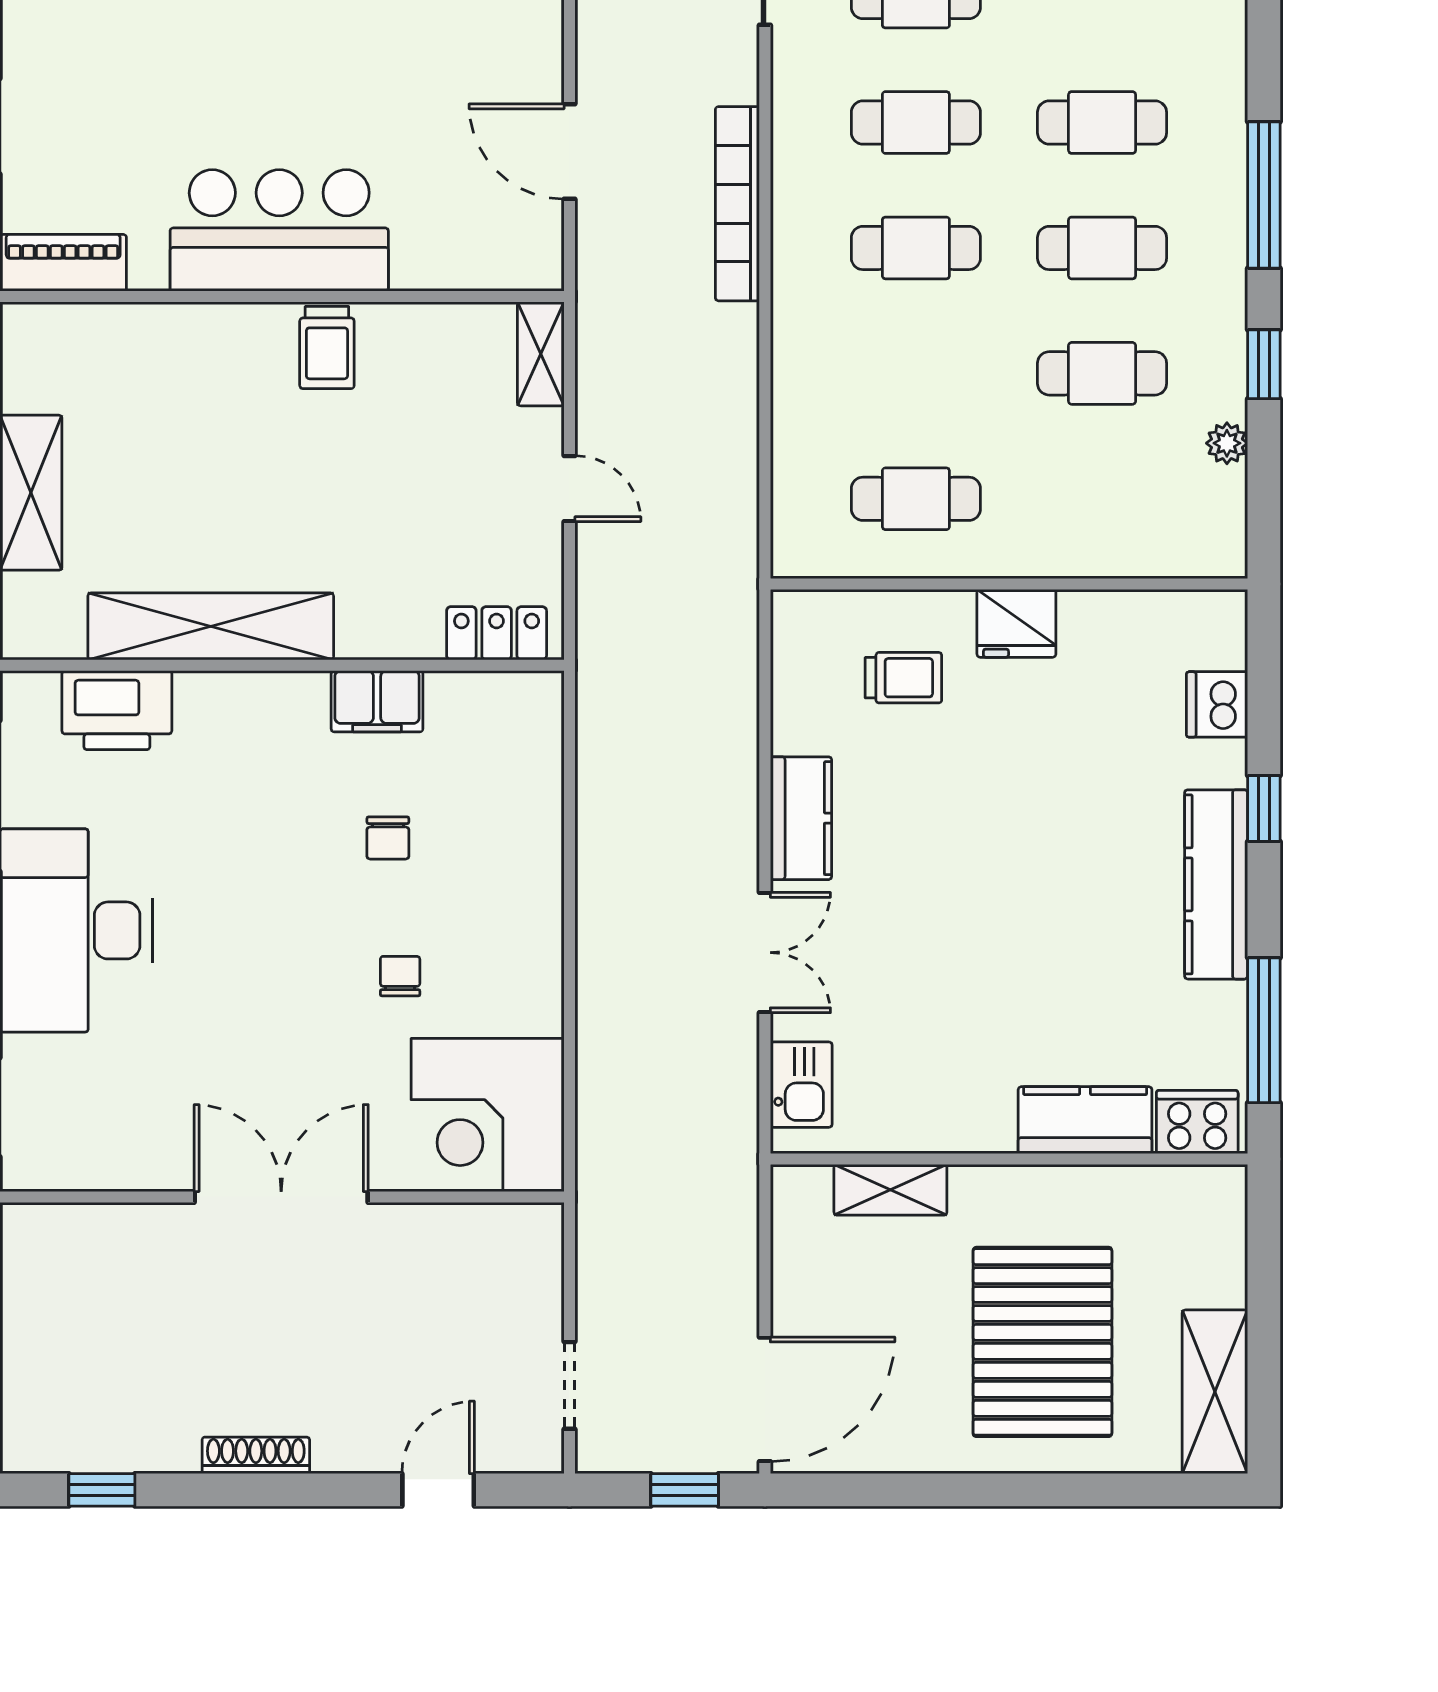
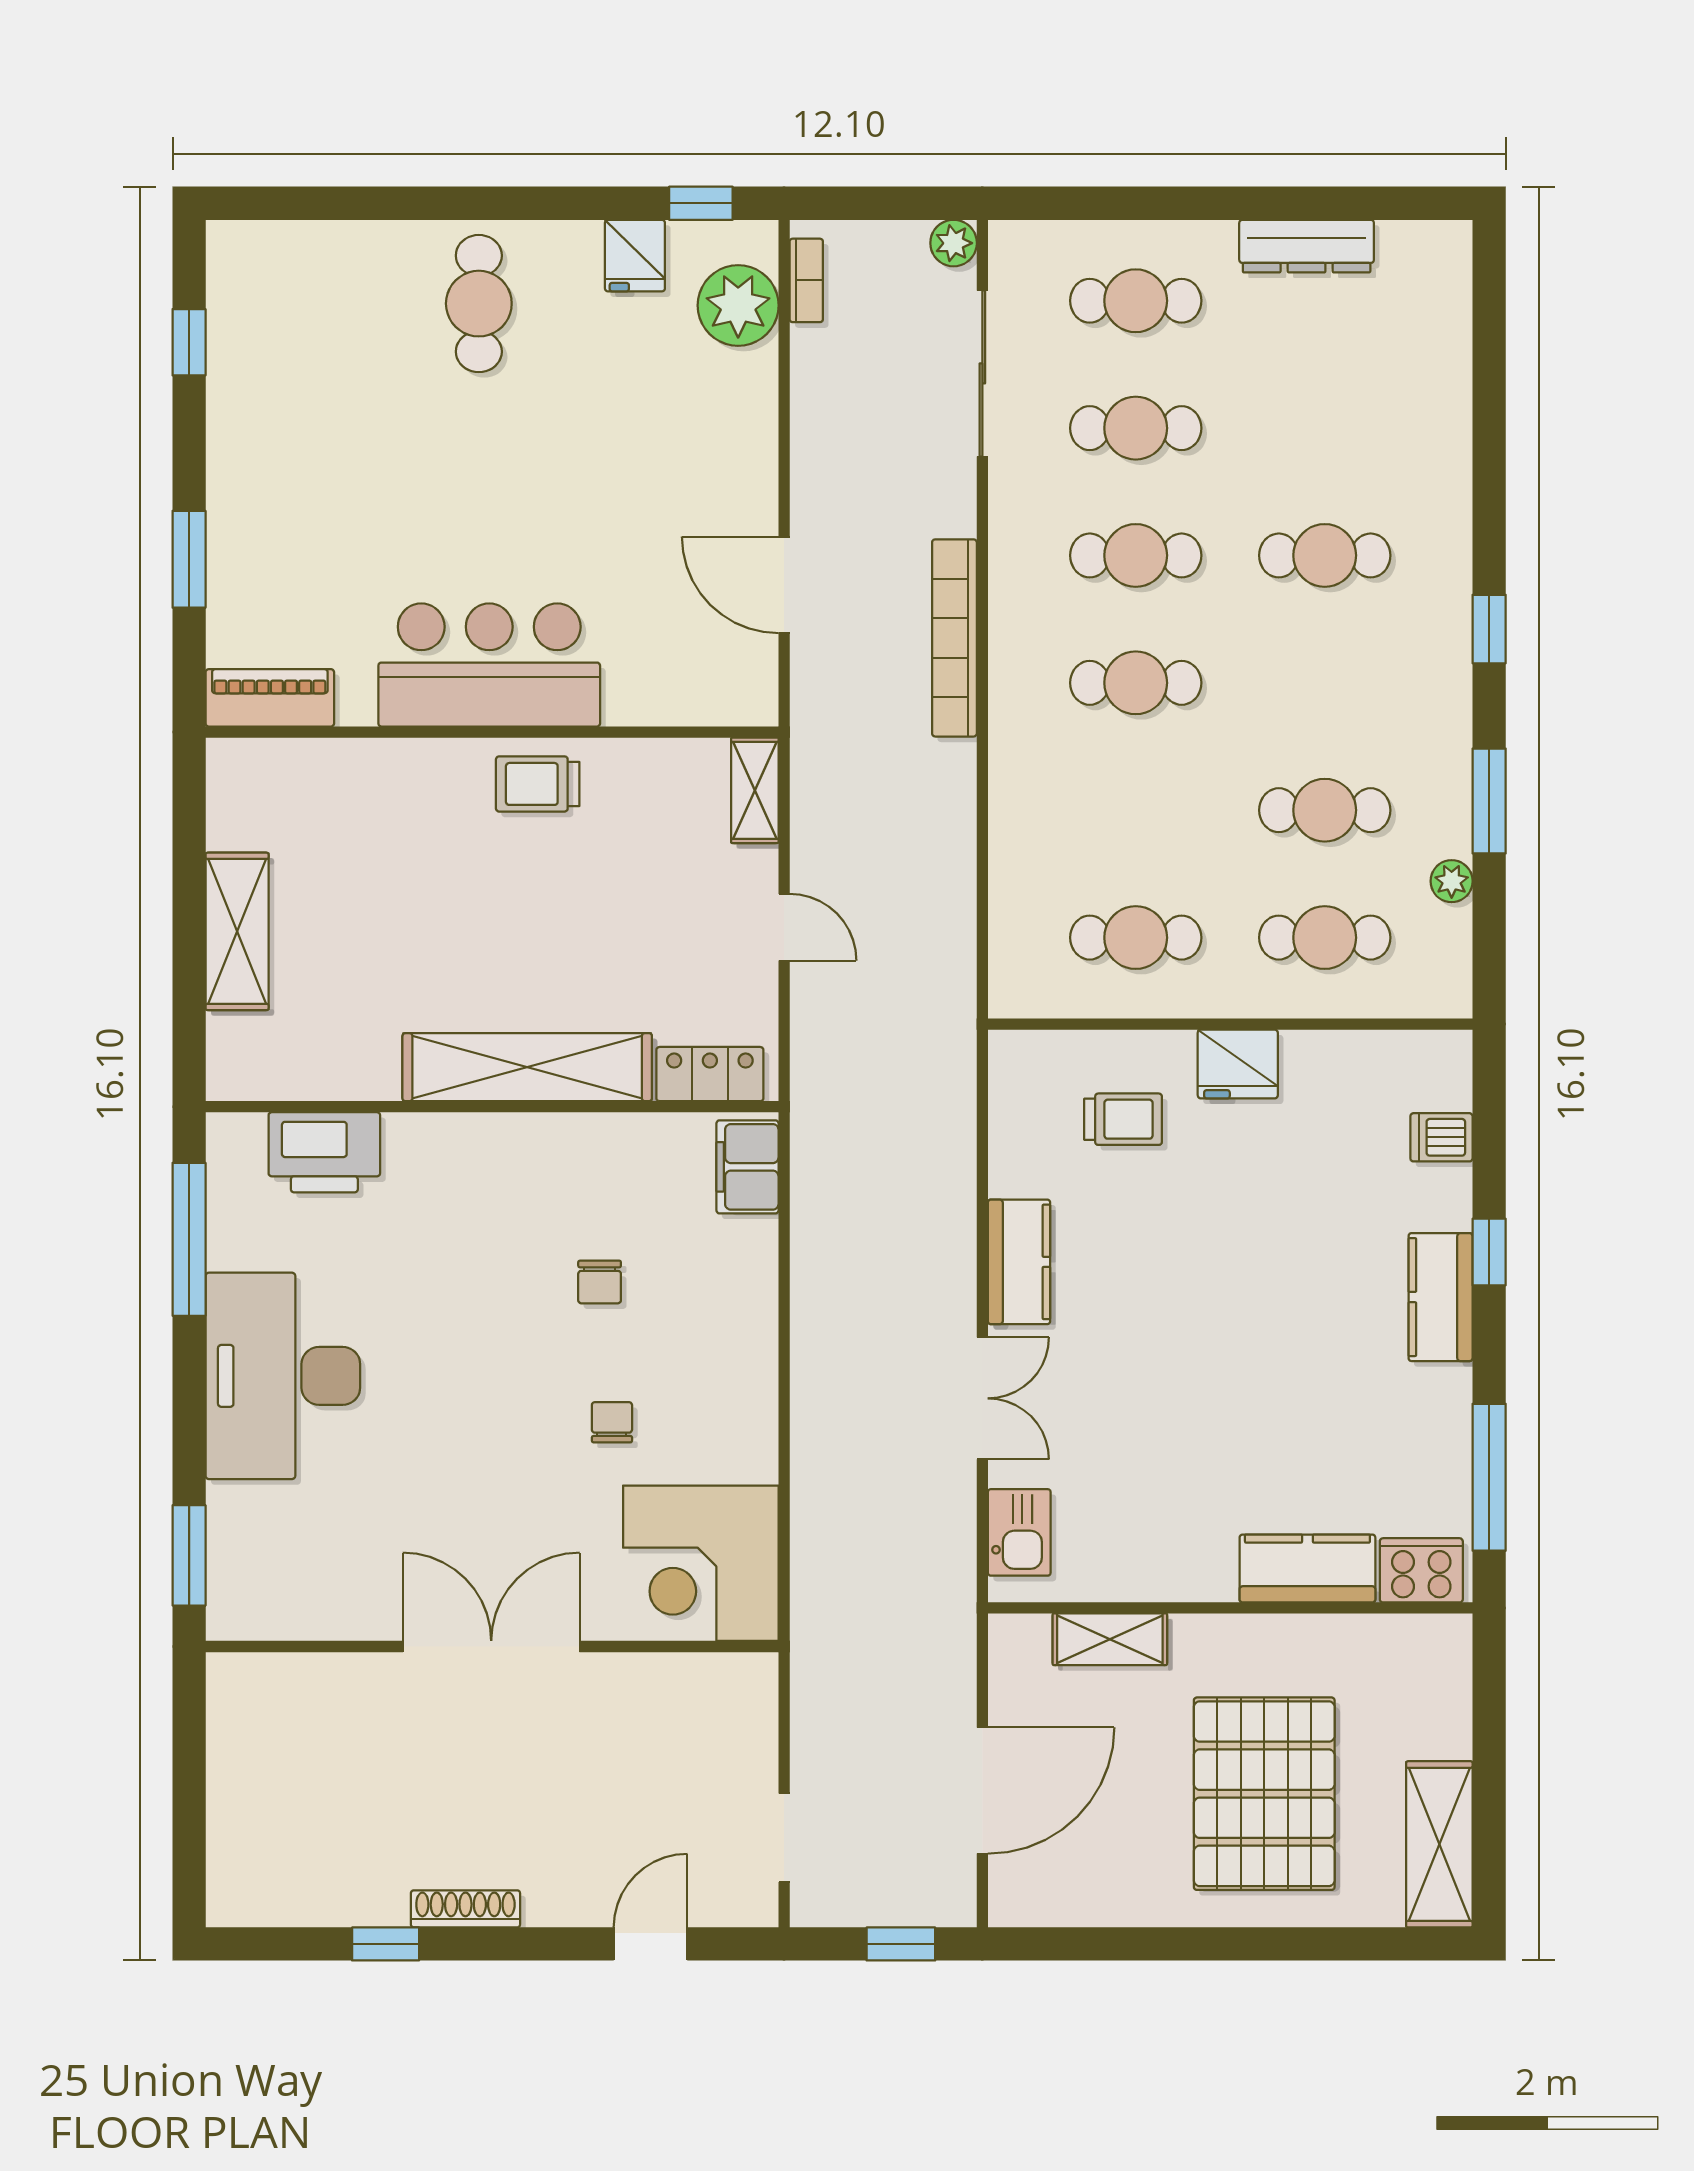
window: (1264, 195) -> (1489, 629), width x0.46
cafe table: (1102, 248) -> (1325, 938), moved
trolley: (327, 348) -> (538, 784), turned 90
window: (1264, 364) -> (1489, 801), width x1.50
shelving: (211, 626) -> (527, 1067), moved
filing cabinet: (377, 701) -> (747, 1167), moved, turned 90
dishwasher: (1217, 704) -> (1441, 1137), width x0.73
kitchen counter: (1216, 884) -> (1441, 1297), width x0.67
door: (765, 1399) -> (982, 1791), moved
window: (102, 1490) -> (386, 1944), moved

